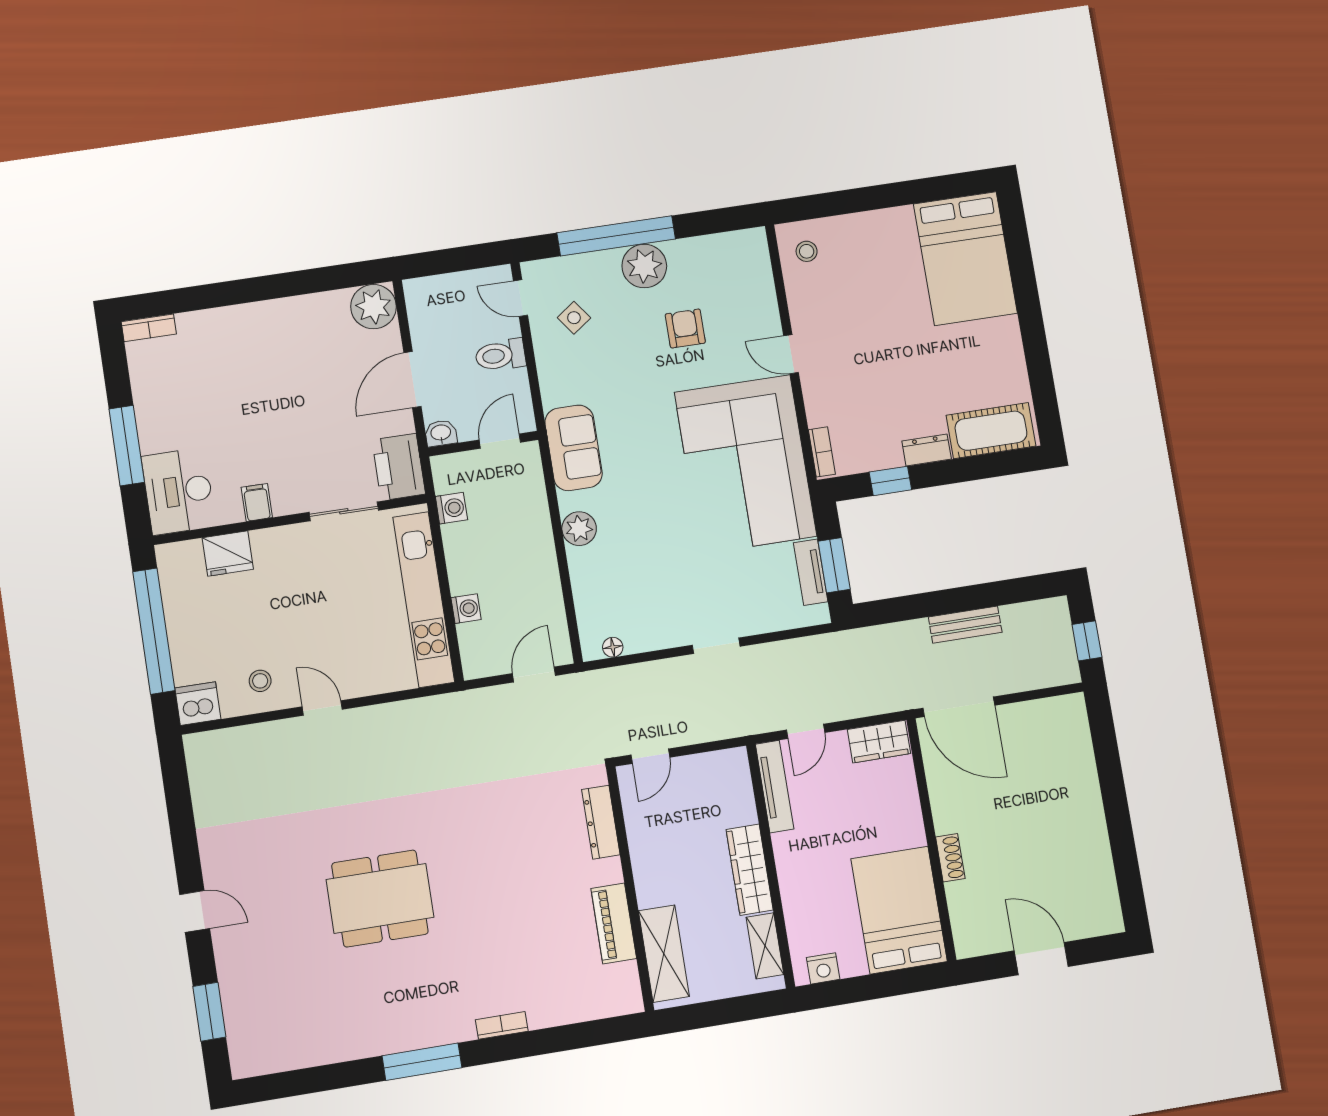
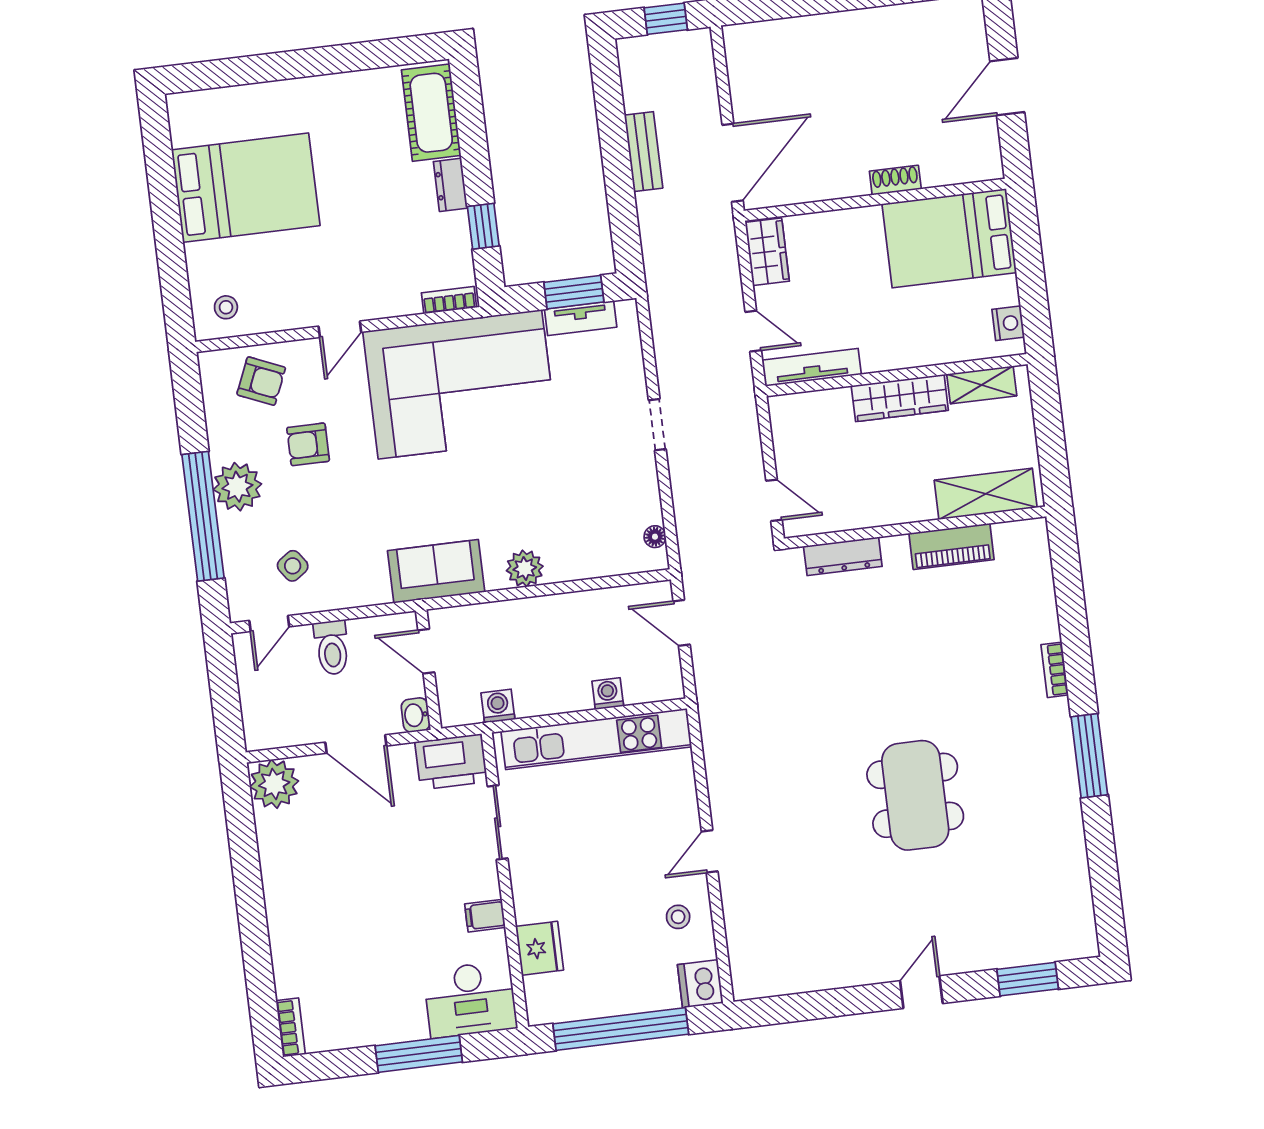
bed: (965, 259) -> (246, 188), moved
armchair: (741, 285) -> (261, 381), added

